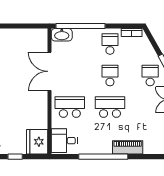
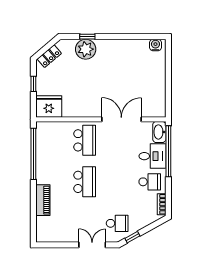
school desk: (110, 76) -> (117, 182), removed
desk: (64, 141) -> (153, 156), moved, turned 90
window: (103, 157) -> (33, 154), moved

